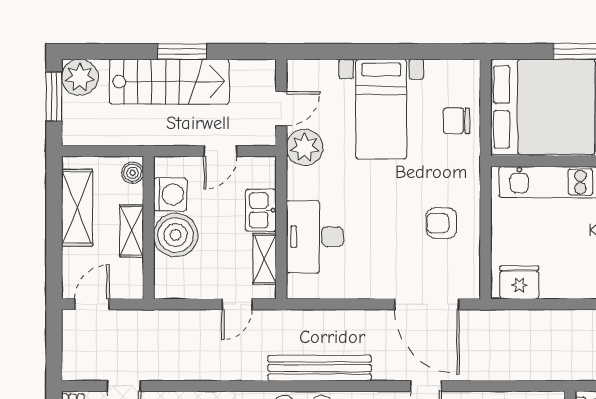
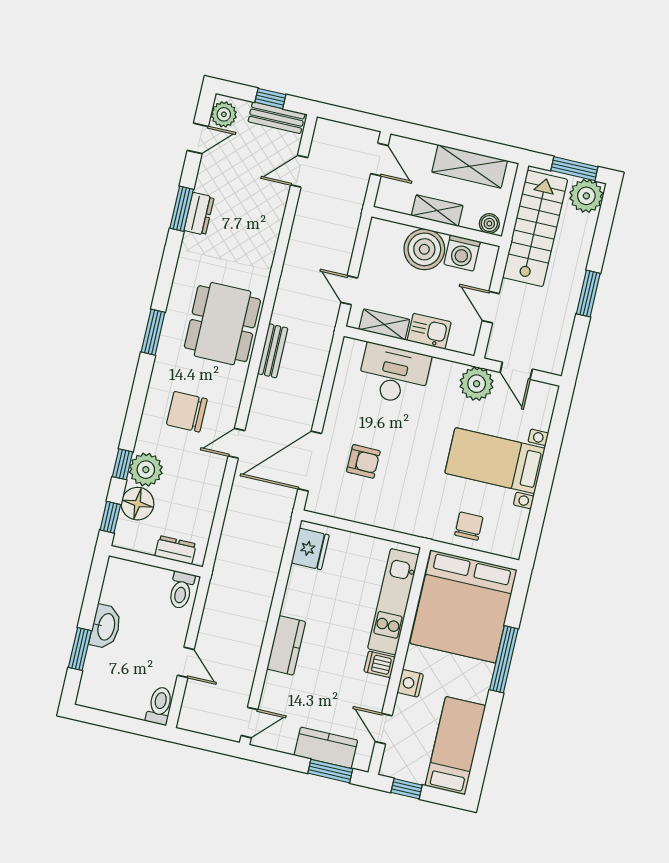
stairs: (169, 82) -> (535, 228), moved, turned 180
armchair: (441, 223) -> (363, 461), moved, turned 91
bench: (320, 368) -> (273, 351), width x0.54, depth x0.82

